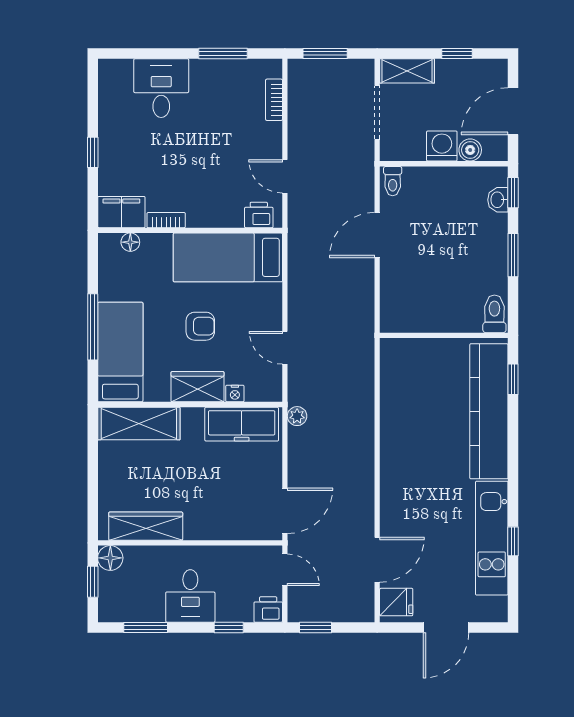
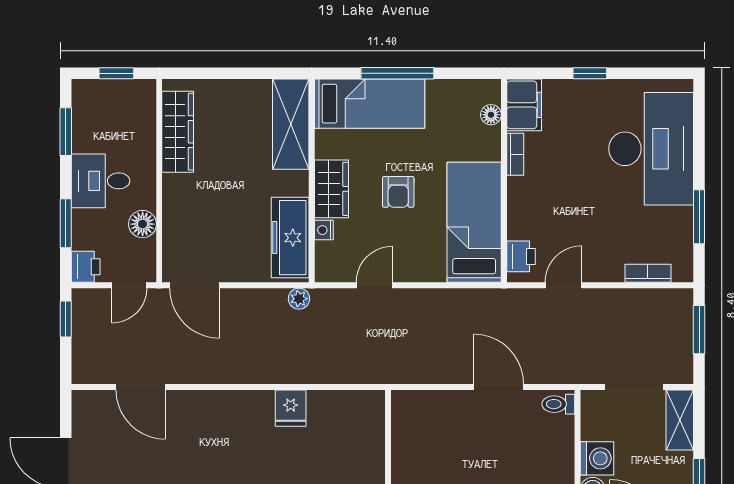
desk: (161, 88) -> (651, 149), width x1.87, depth x1.30
floor lamp: (110, 558) -> (143, 224), moved
fridge: (396, 602) -> (291, 408), moved
window: (229, 627) -> (66, 223), width x1.50

